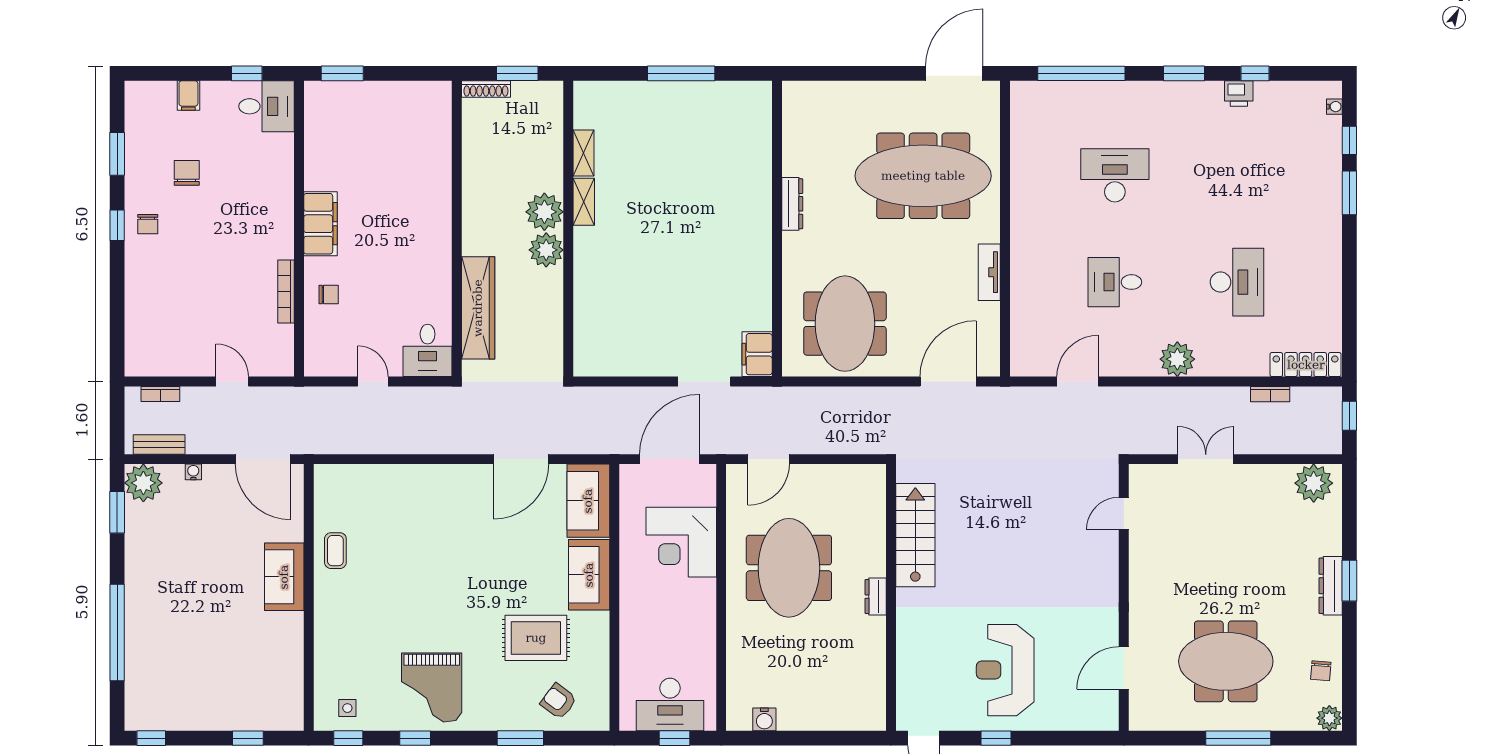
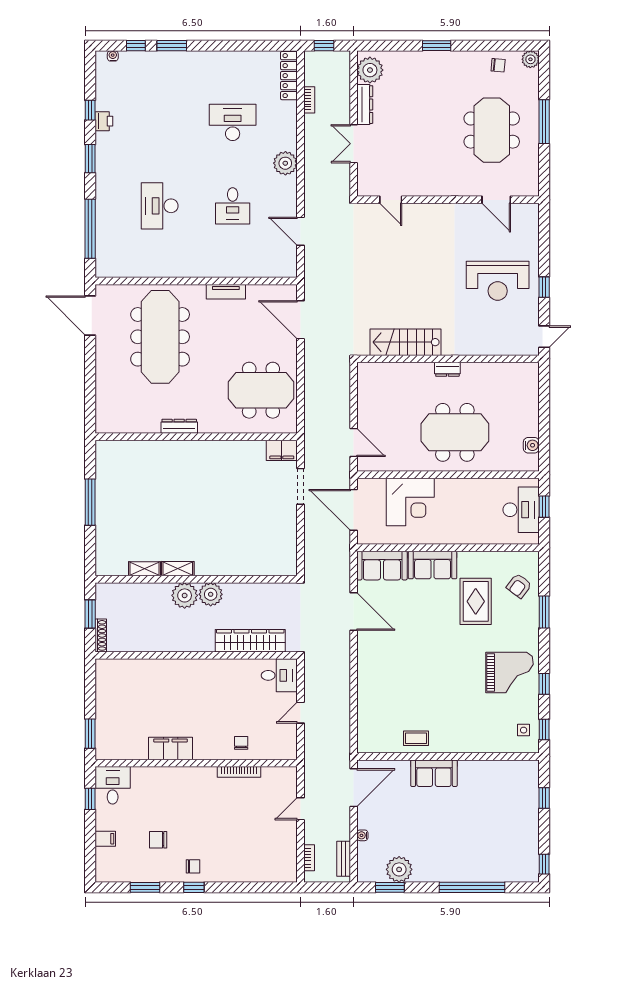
filing cabinet: (321, 224) -> (170, 748), moved
plant: (143, 483) -> (399, 869), moved
meeting table: (789, 568) -> (455, 432), moved
dresser: (1331, 586) -> (365, 105), moved, turned -90

